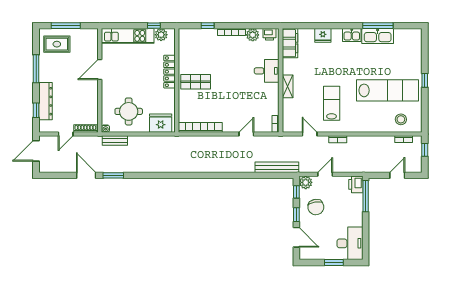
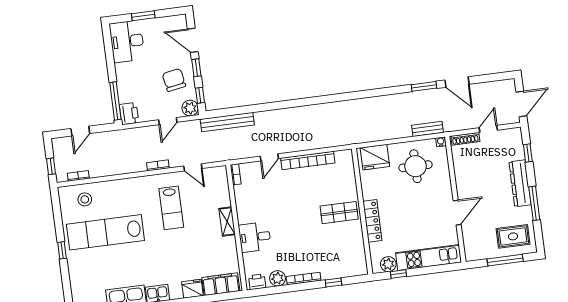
filing cabinet: (290, 43) -> (221, 284), moved, turned 90
dresser: (46, 101) -> (520, 183), moved
bookcase: (200, 127) -> (308, 161), moved

